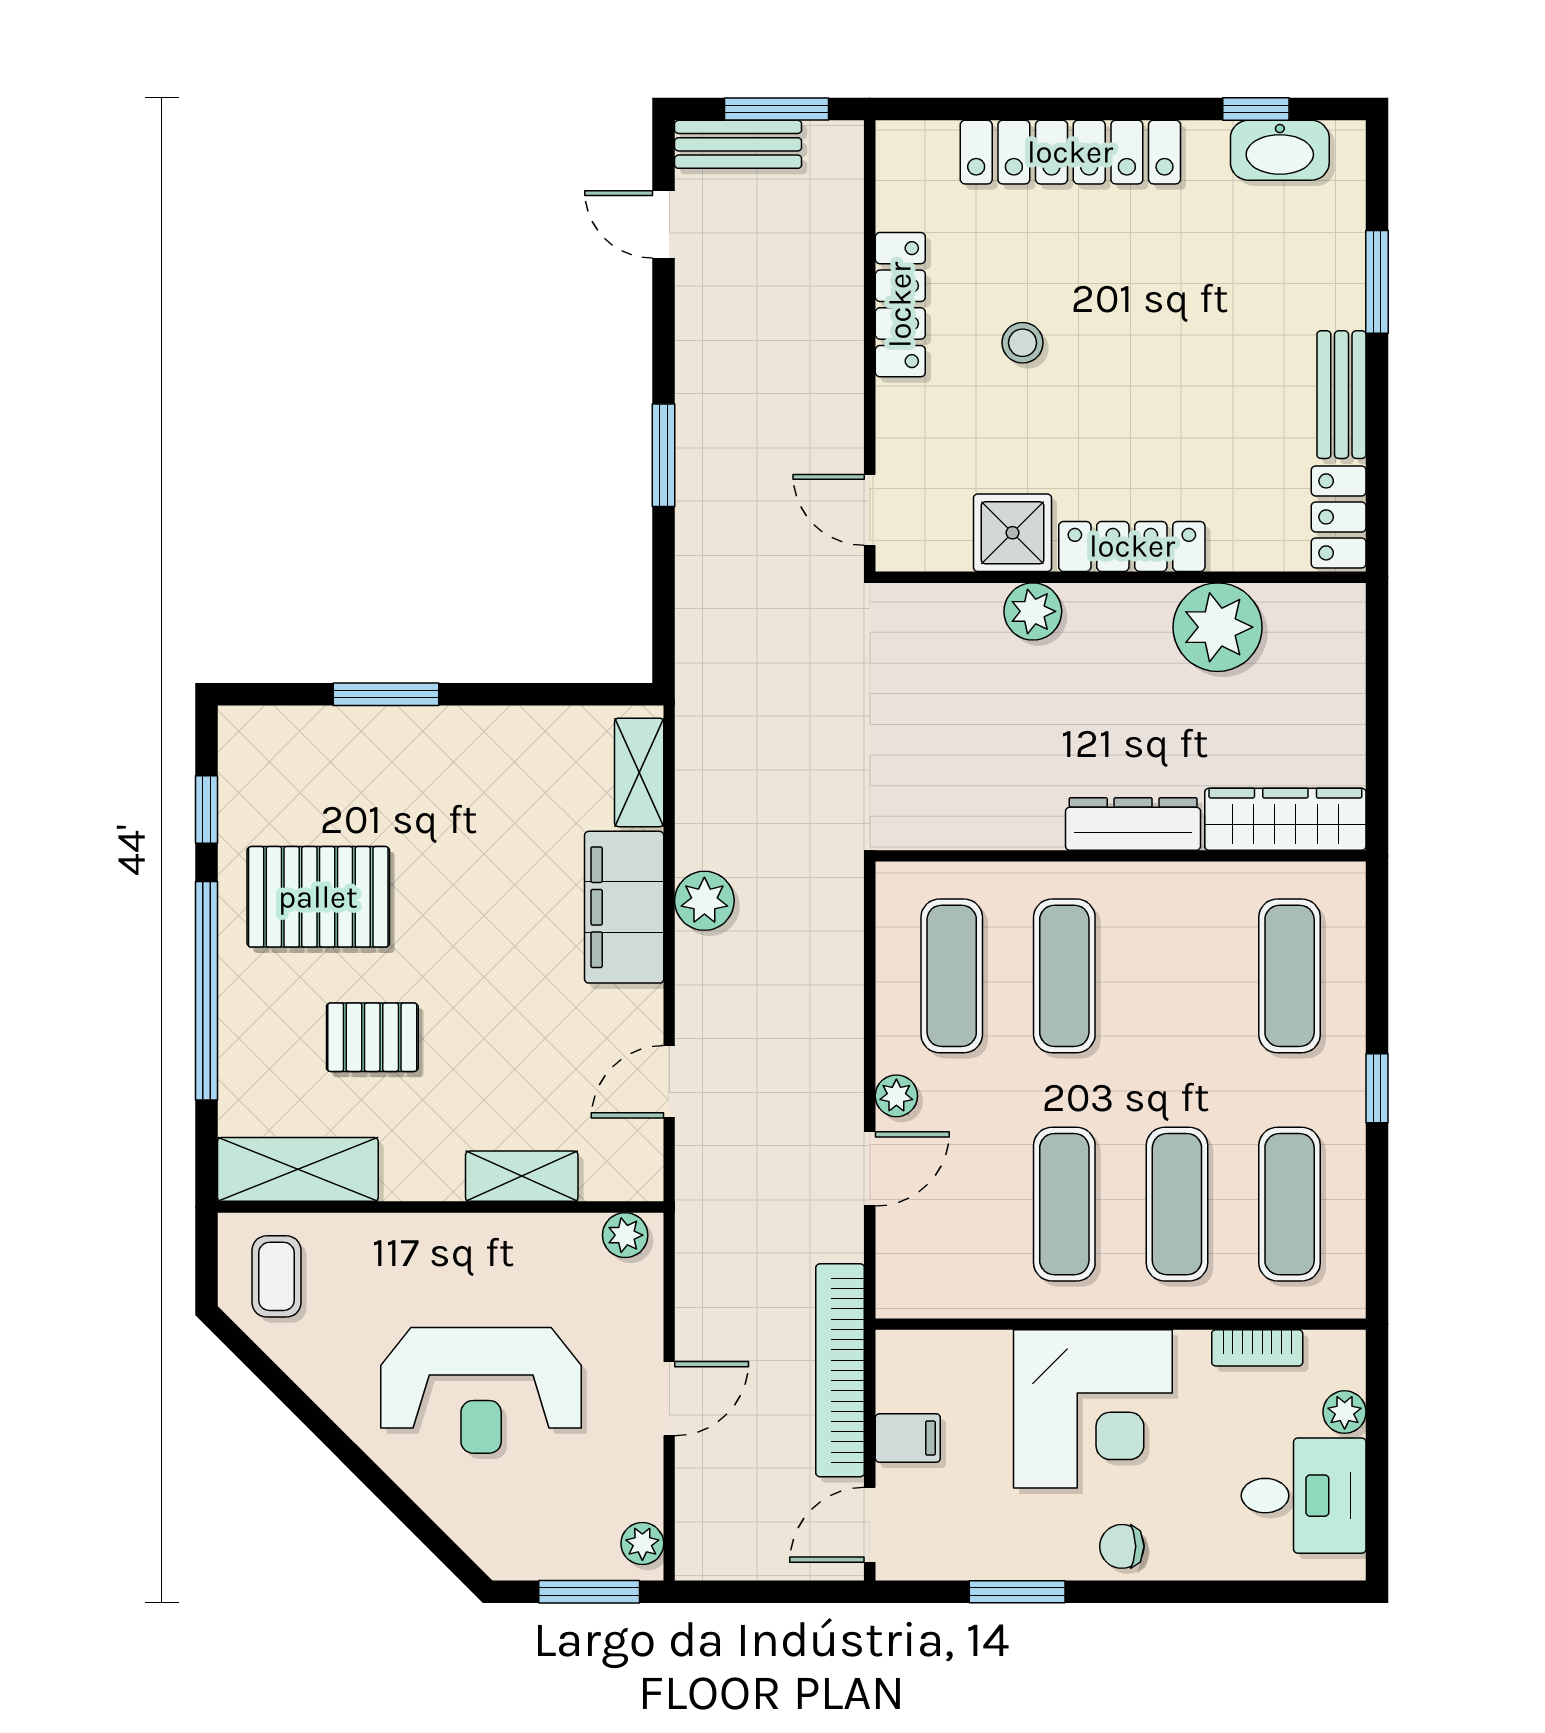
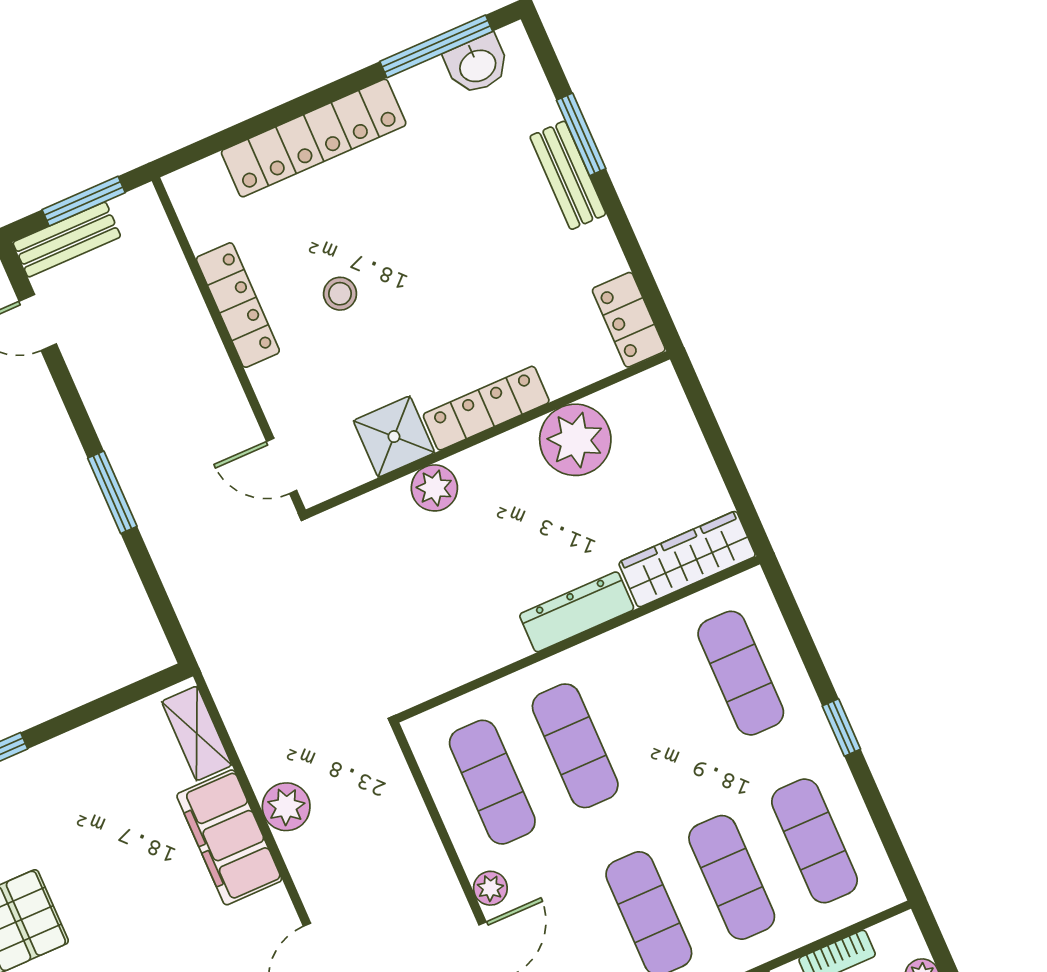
window: (1256, 109) -> (436, 46), width x2.17
washbasin: (1280, 150) -> (477, 65), width x0.72
bench: (1341, 395) -> (568, 175), moved

